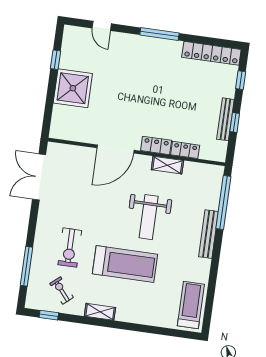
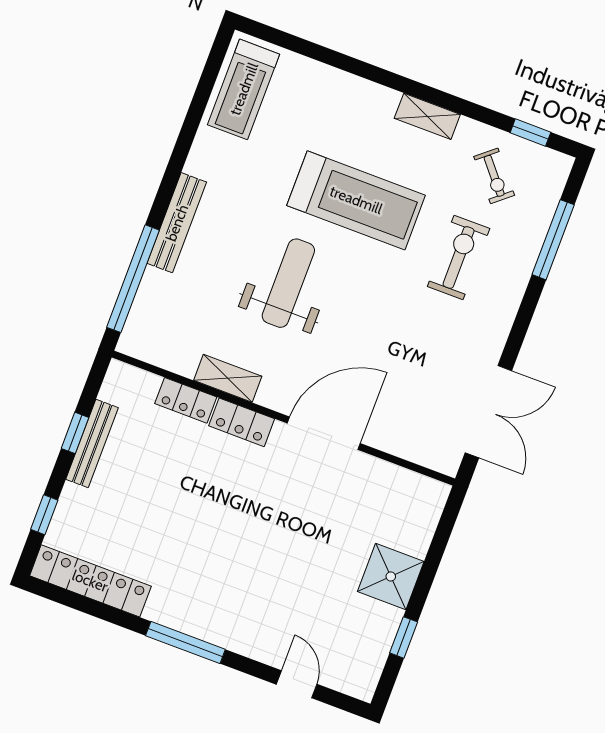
shower: (73, 88) -> (391, 576), width x0.73, depth x0.73
treadmill: (125, 264) -> (356, 200), turned 180

